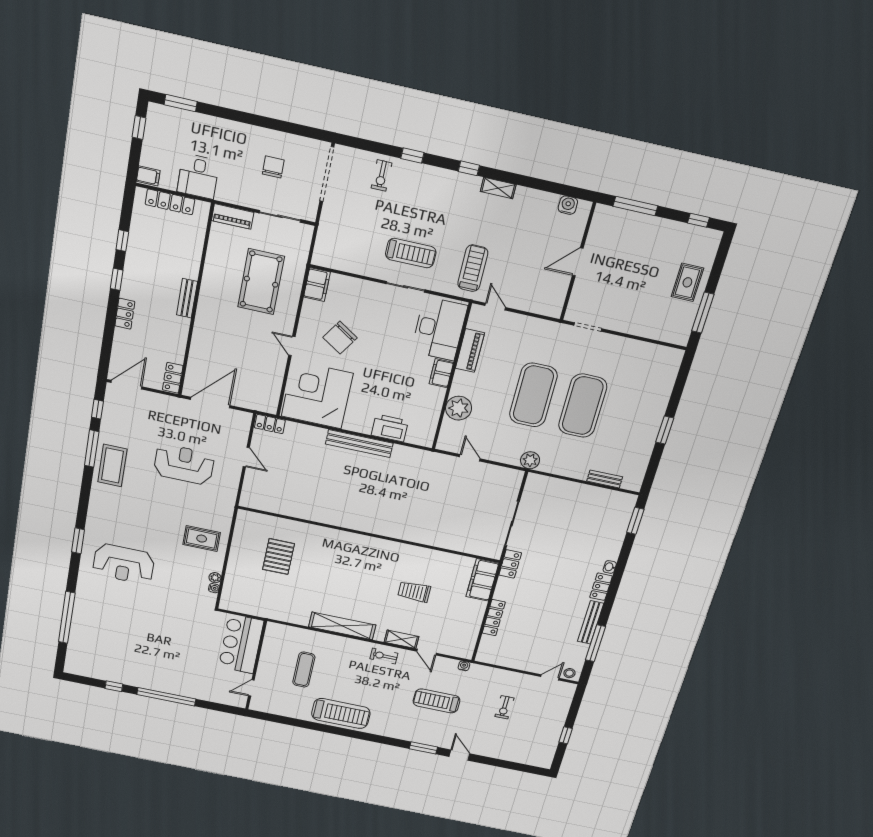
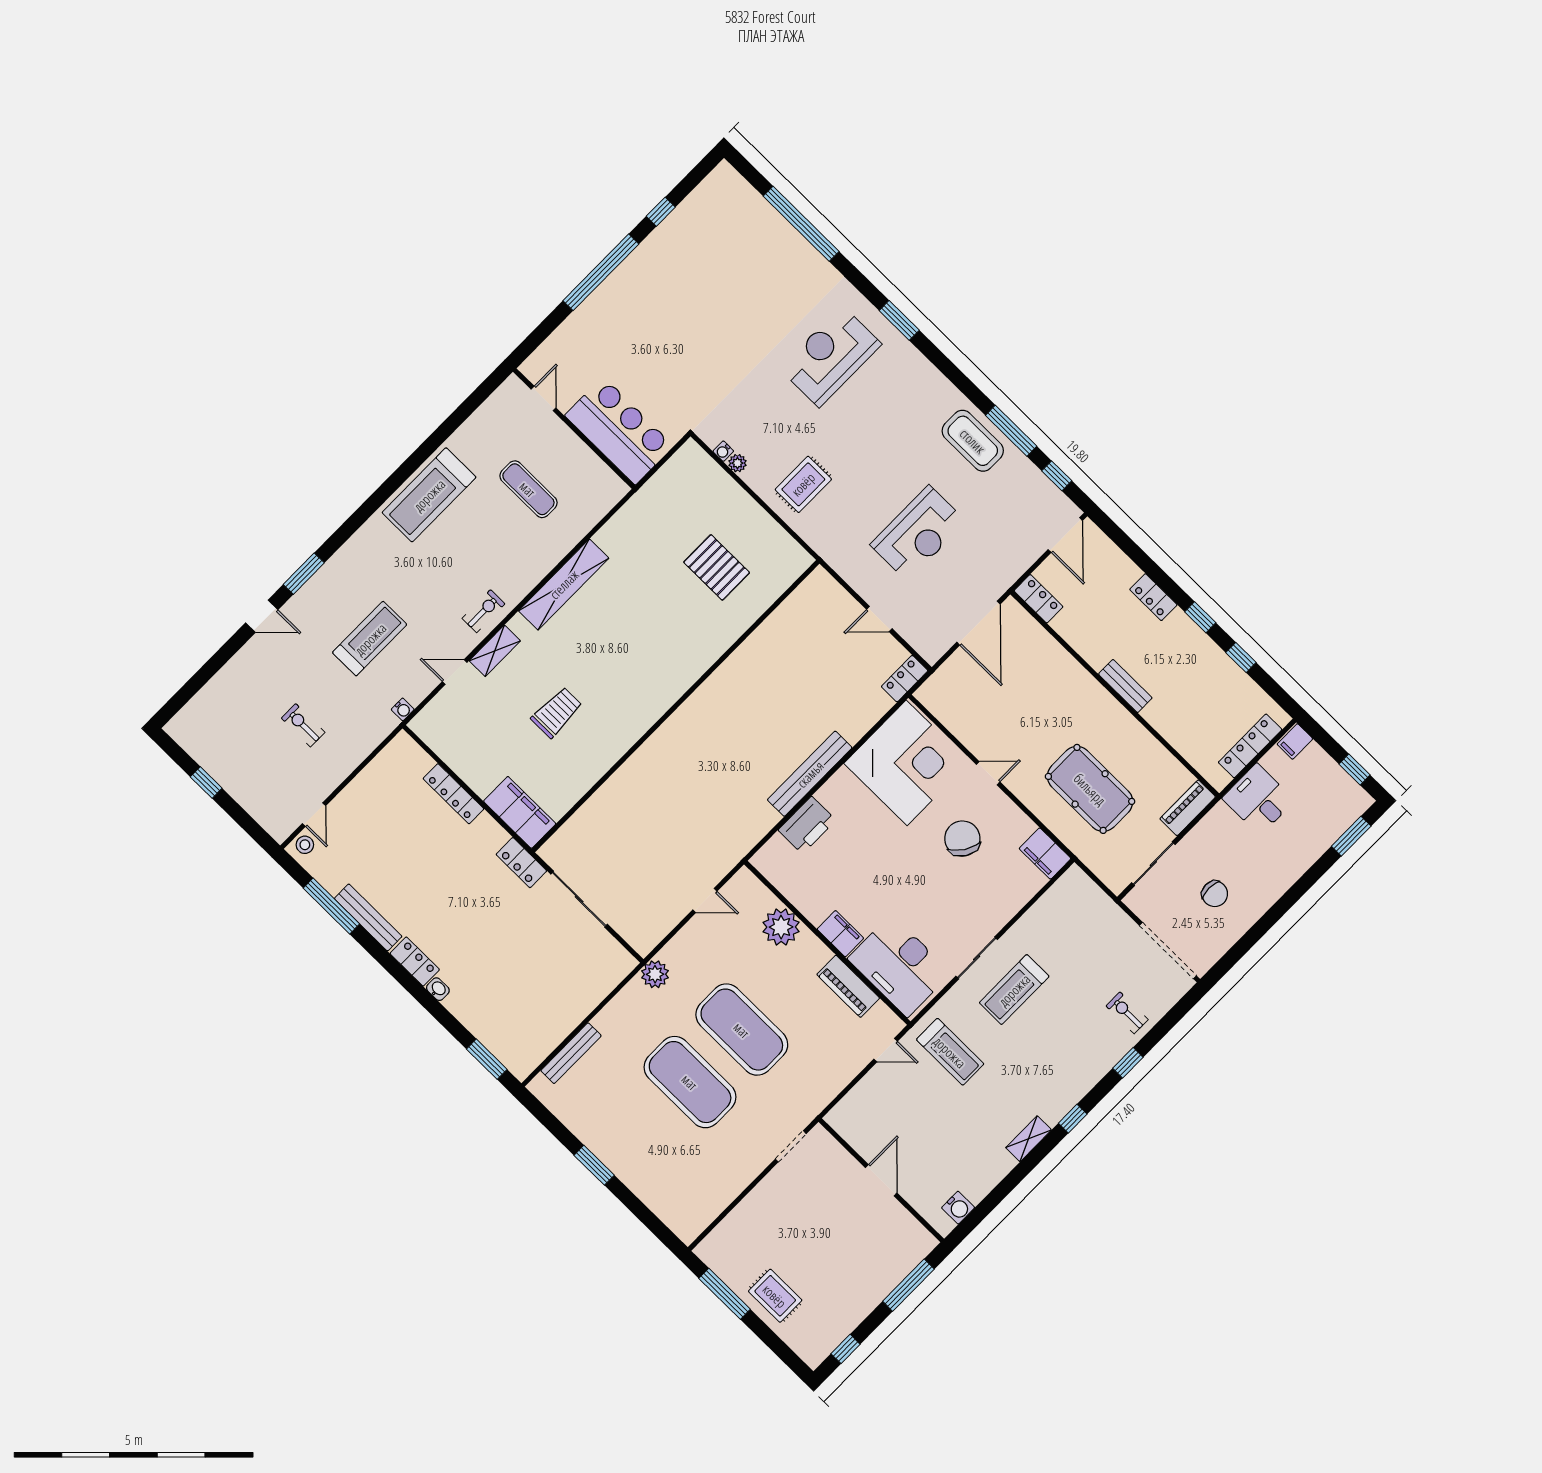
bench: (605, 479) -> (571, 1053), width x1.36

